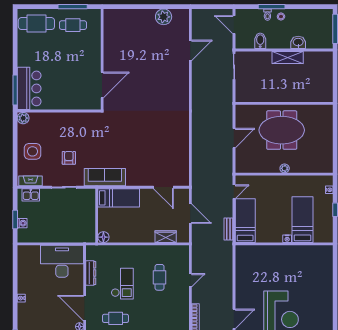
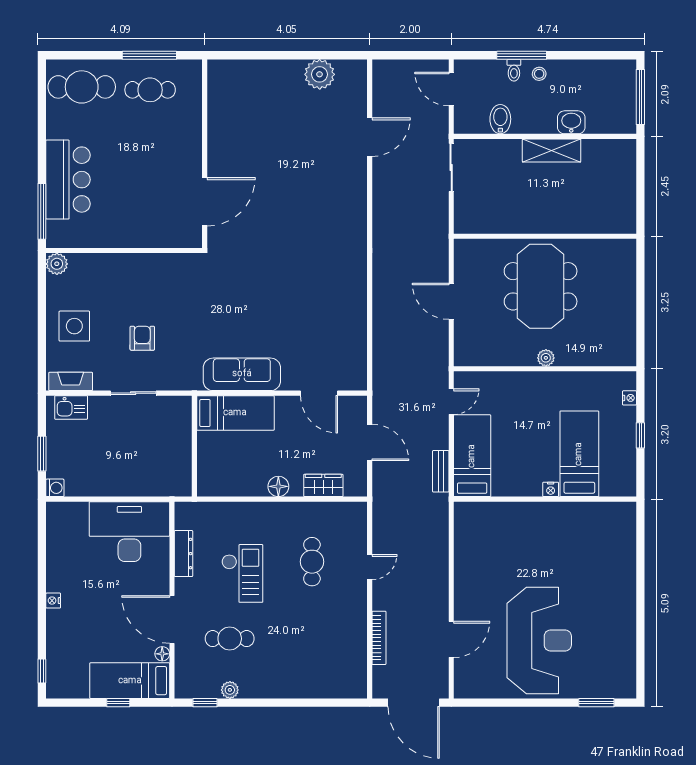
bar counter: (29, 88) -> (68, 180), moved
meeting table: (282, 130) -> (541, 286), turned 90
door: (234, 138) -> (451, 301), swing flipped
sofa: (105, 177) -> (242, 374), moved
washing machine: (22, 223) -> (55, 488), moved
floor lamp: (103, 237) -> (278, 486), moved

